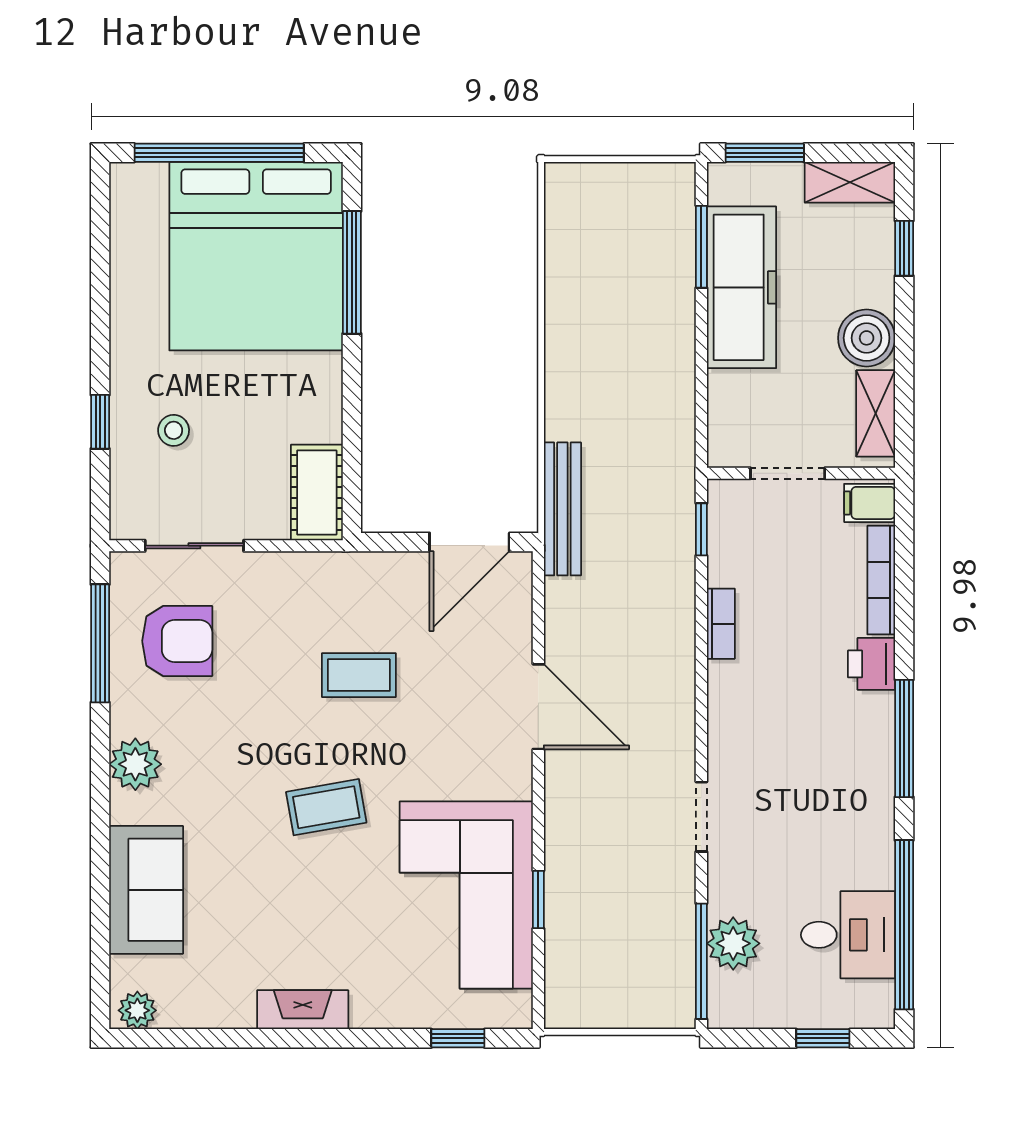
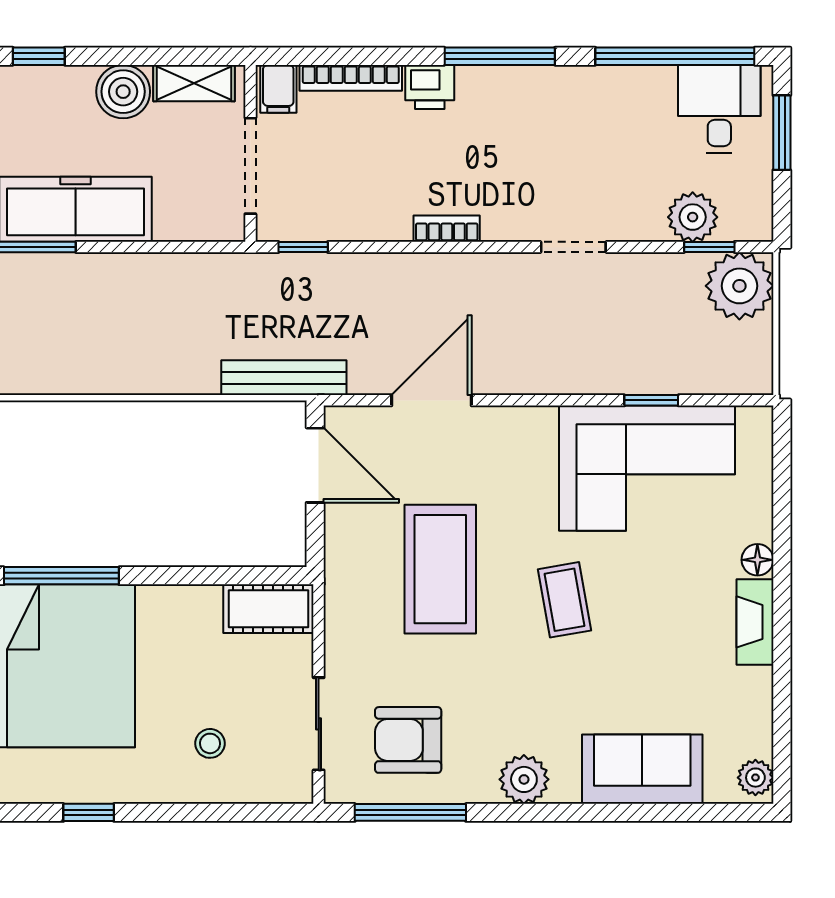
window: (100, 422) -> (89, 812), moved
doorway: (788, 473) -> (250, 166), width x1.38
bookcase: (721, 624) -> (447, 229), moved
armchair: (177, 641) -> (408, 740), turned -90
coffee table: (359, 675) -> (440, 569), width x1.86, depth x1.72
door: (538, 707) -> (431, 400), moved
desk: (848, 935) -> (719, 109), moved
window: (701, 961) -> (709, 247), width x0.46
plant: (660, 993) -> (739, 286), added
floor lamp: (369, 1012) -> (757, 560), added
window: (458, 1038) -> (782, 476), removed
window: (823, 1038) -> (782, 133), width x1.50

